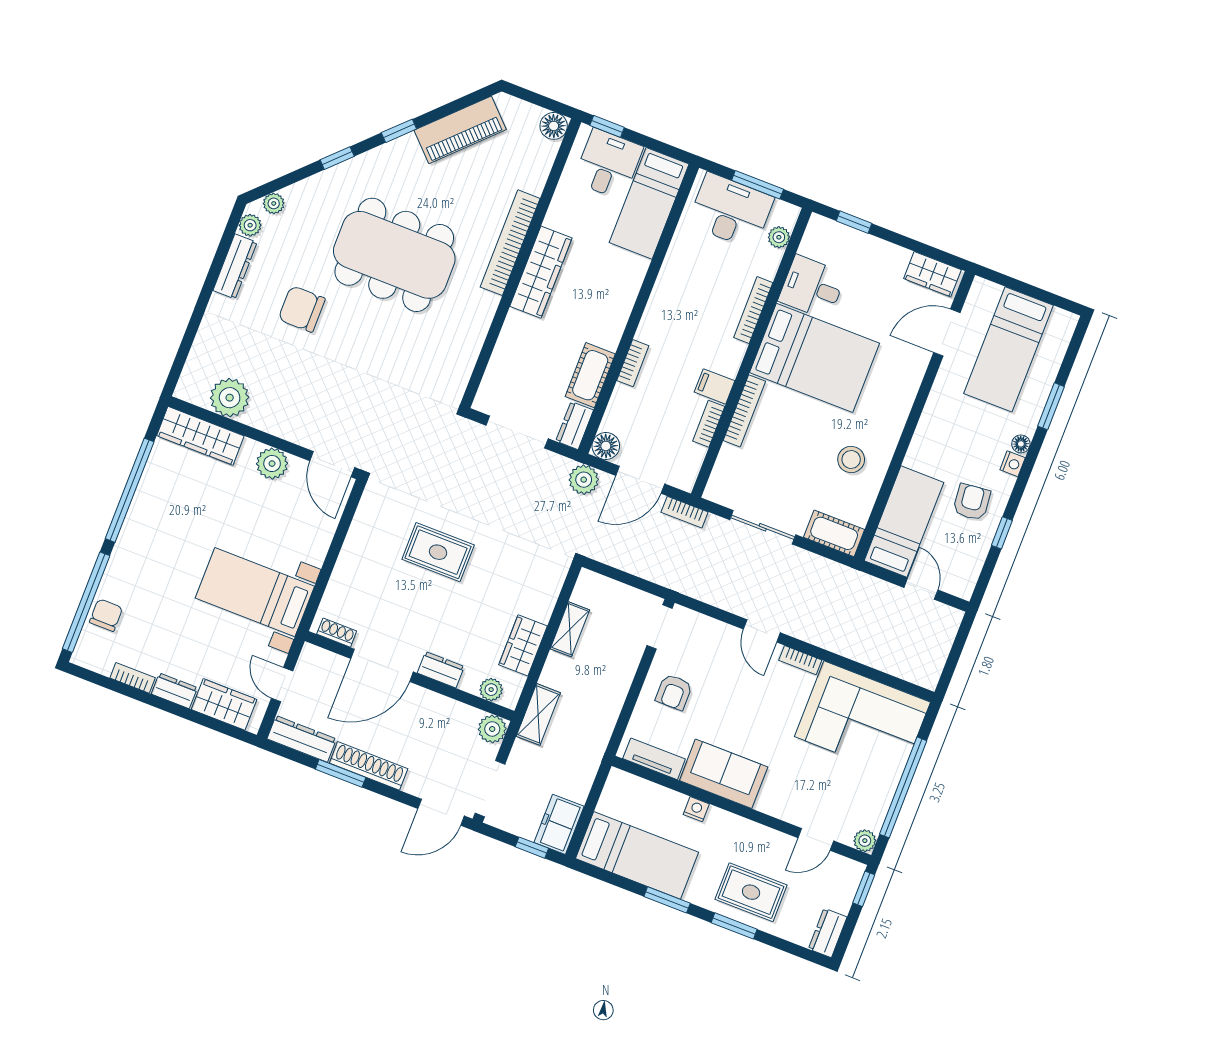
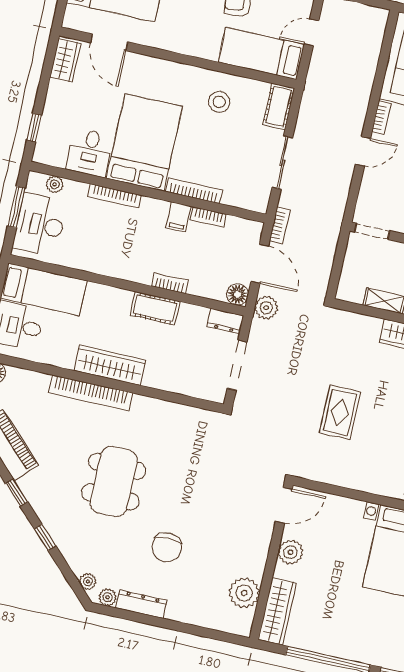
dining table: (394, 255) -> (114, 482), width x0.73, depth x0.80
cot: (590, 375) -> (155, 308), moved

